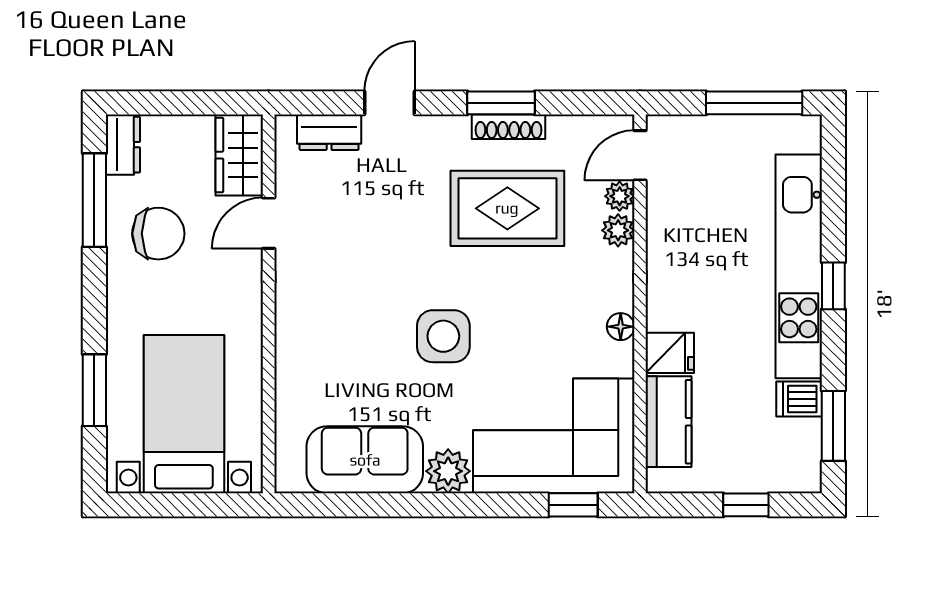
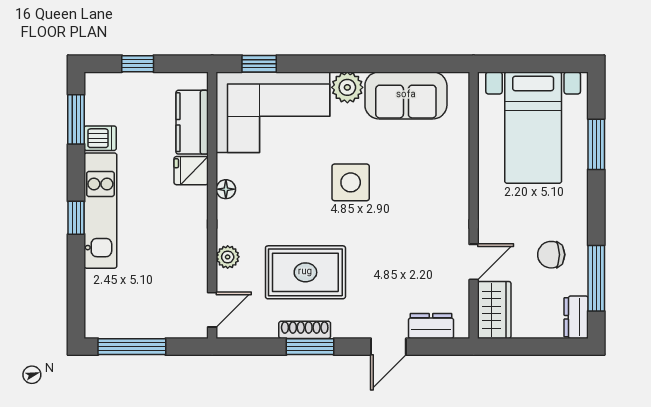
plant: (620, 196) -> (227, 281), removed
chair: (158, 234) -> (551, 255), width x0.73, depth x0.73
kitchen unit: (799, 266) -> (100, 211), width x0.73

